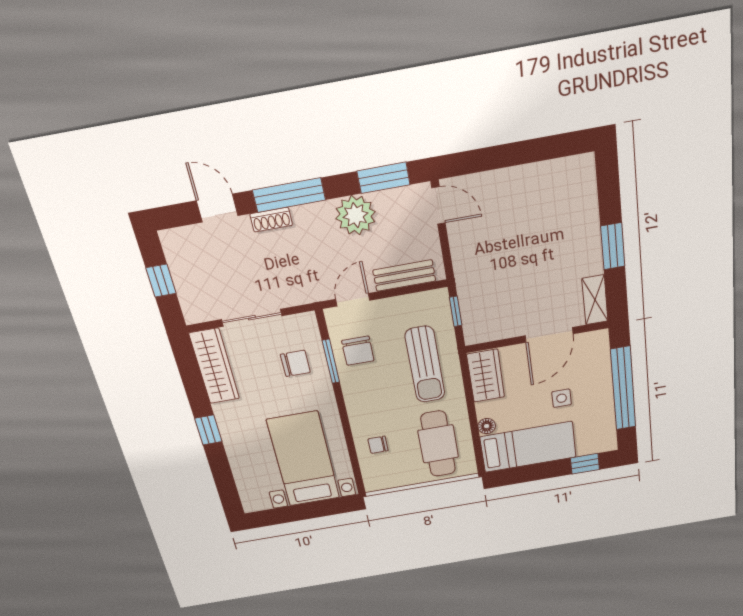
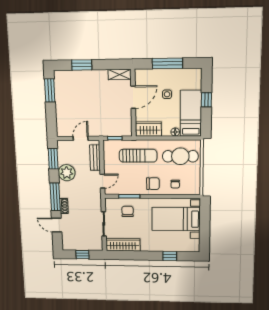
window: (547, 148) -> (50, 90), added
door: (439, 206) -> (81, 138), moved
door: (217, 208) -> (57, 225), hinge flipped
window: (613, 246) -> (82, 65), moved
door: (353, 300) -> (102, 181), swing flipped
door: (549, 335) -> (133, 97), hinge flipped
chair: (358, 351) -> (153, 184), moved
window: (623, 388) -> (167, 63), width x0.68
window: (208, 430) -> (170, 256), moved
window: (585, 464) -> (206, 100), moved

